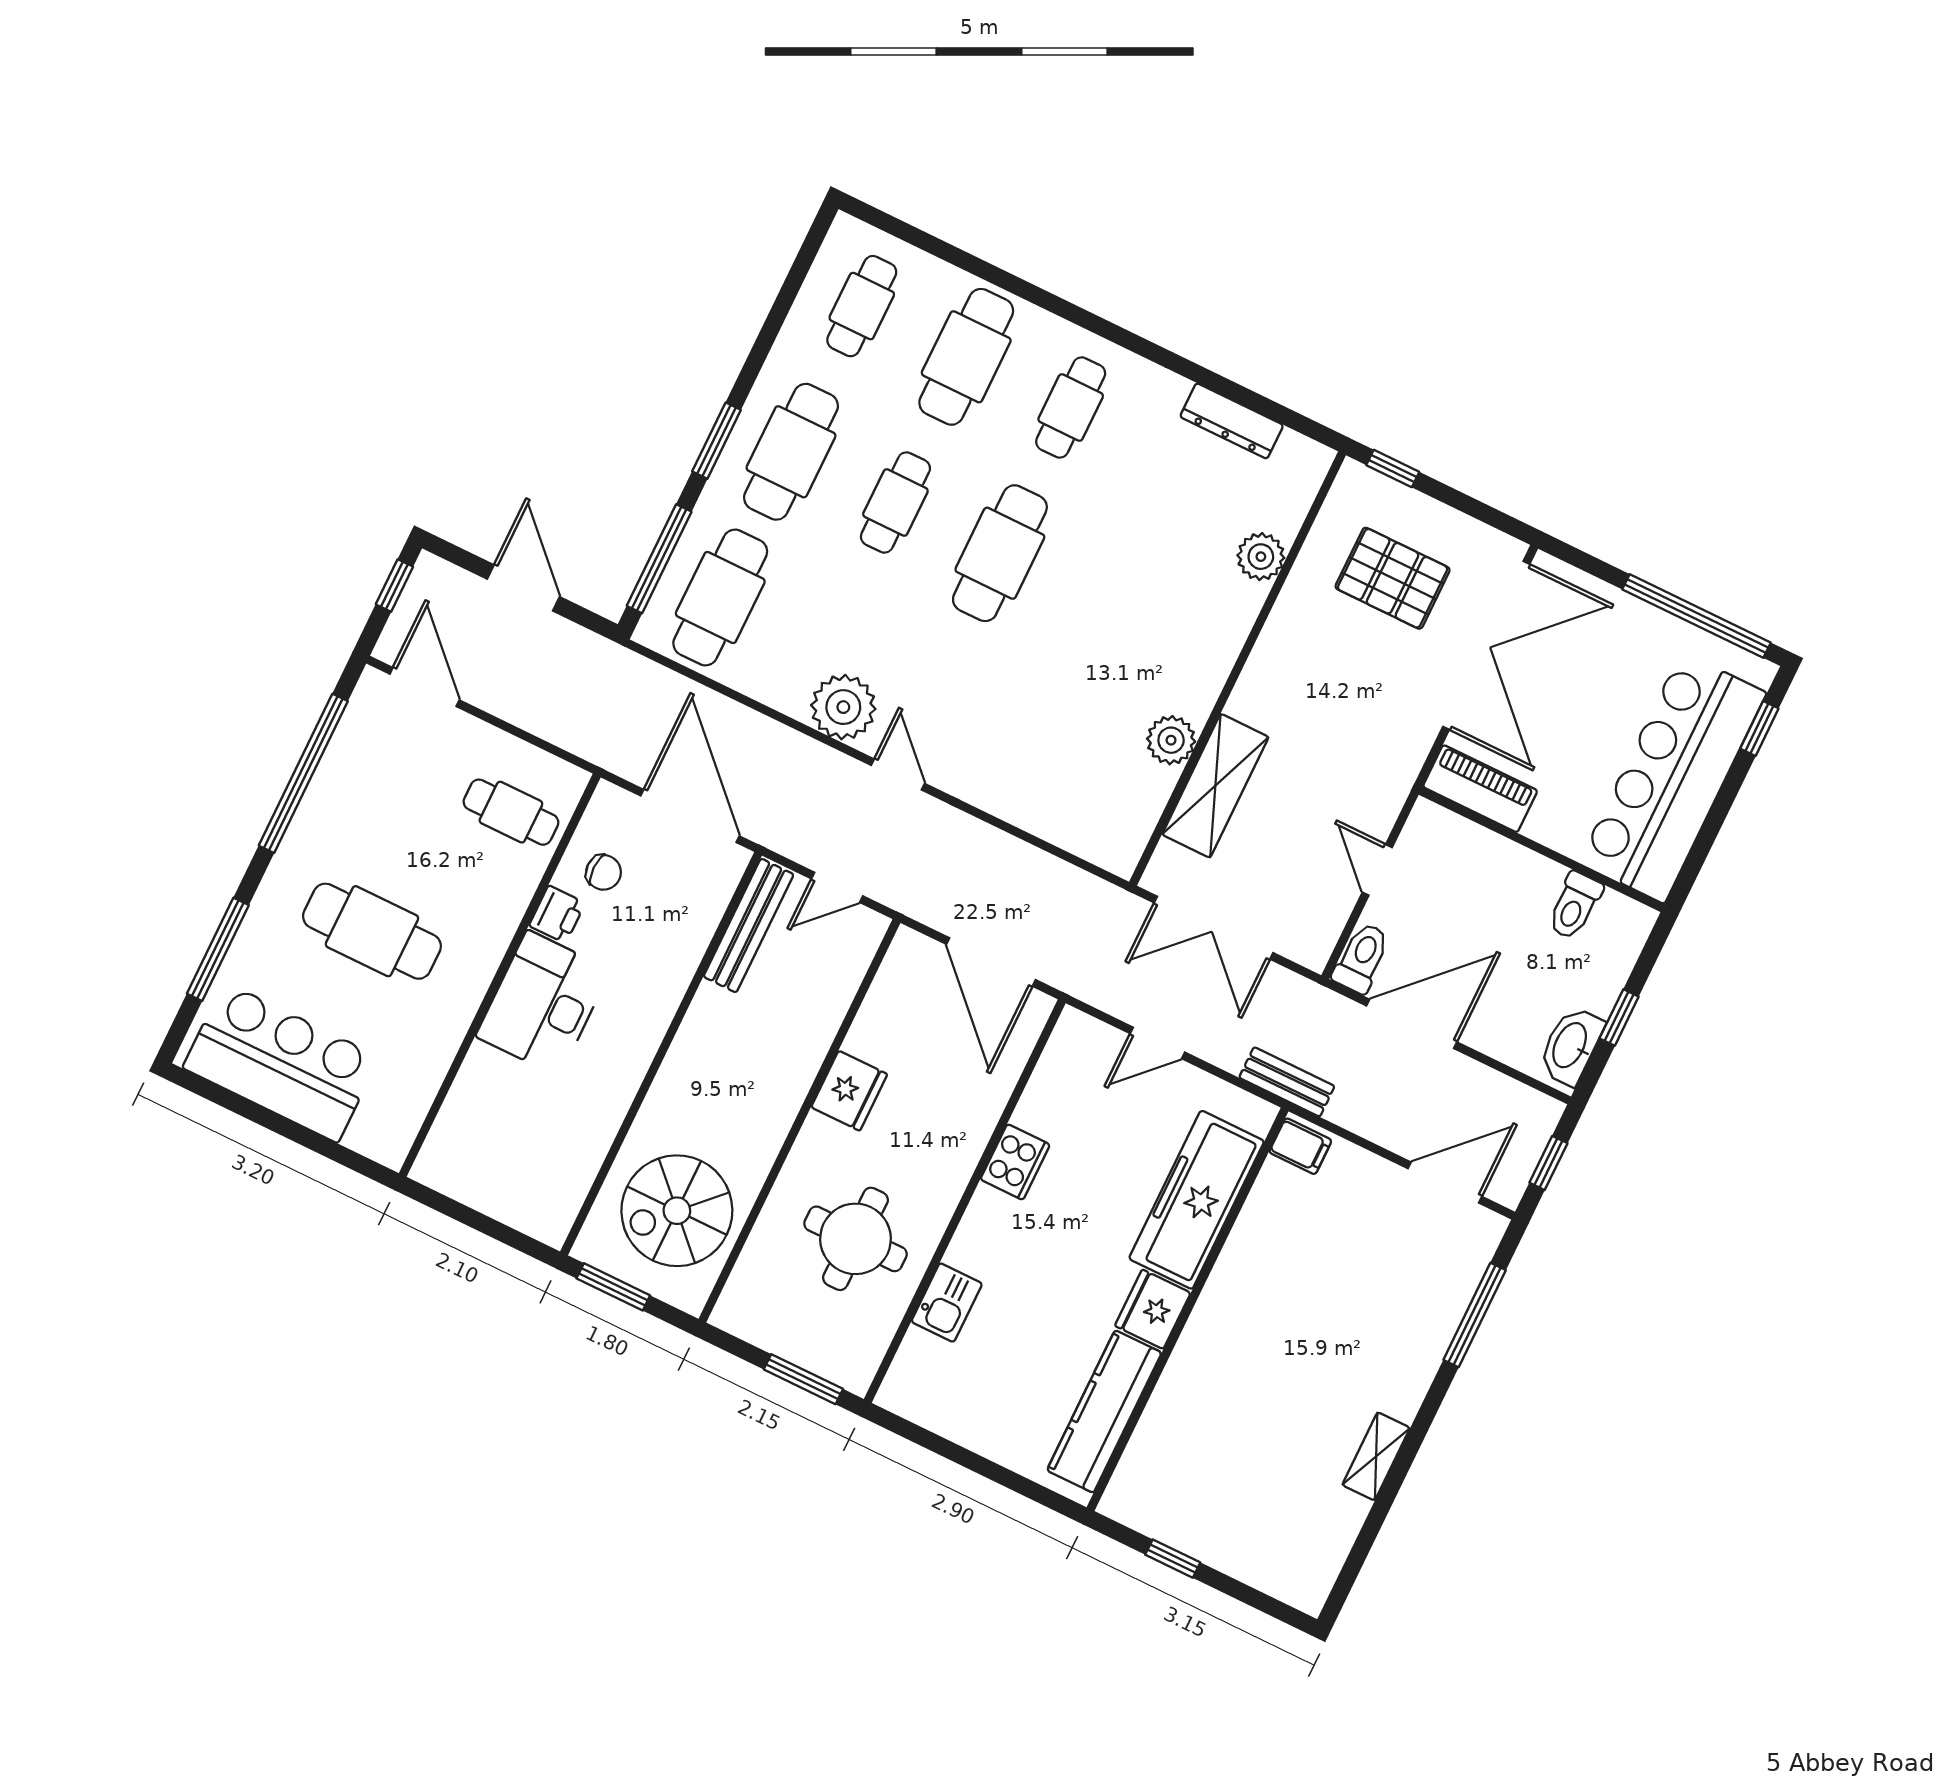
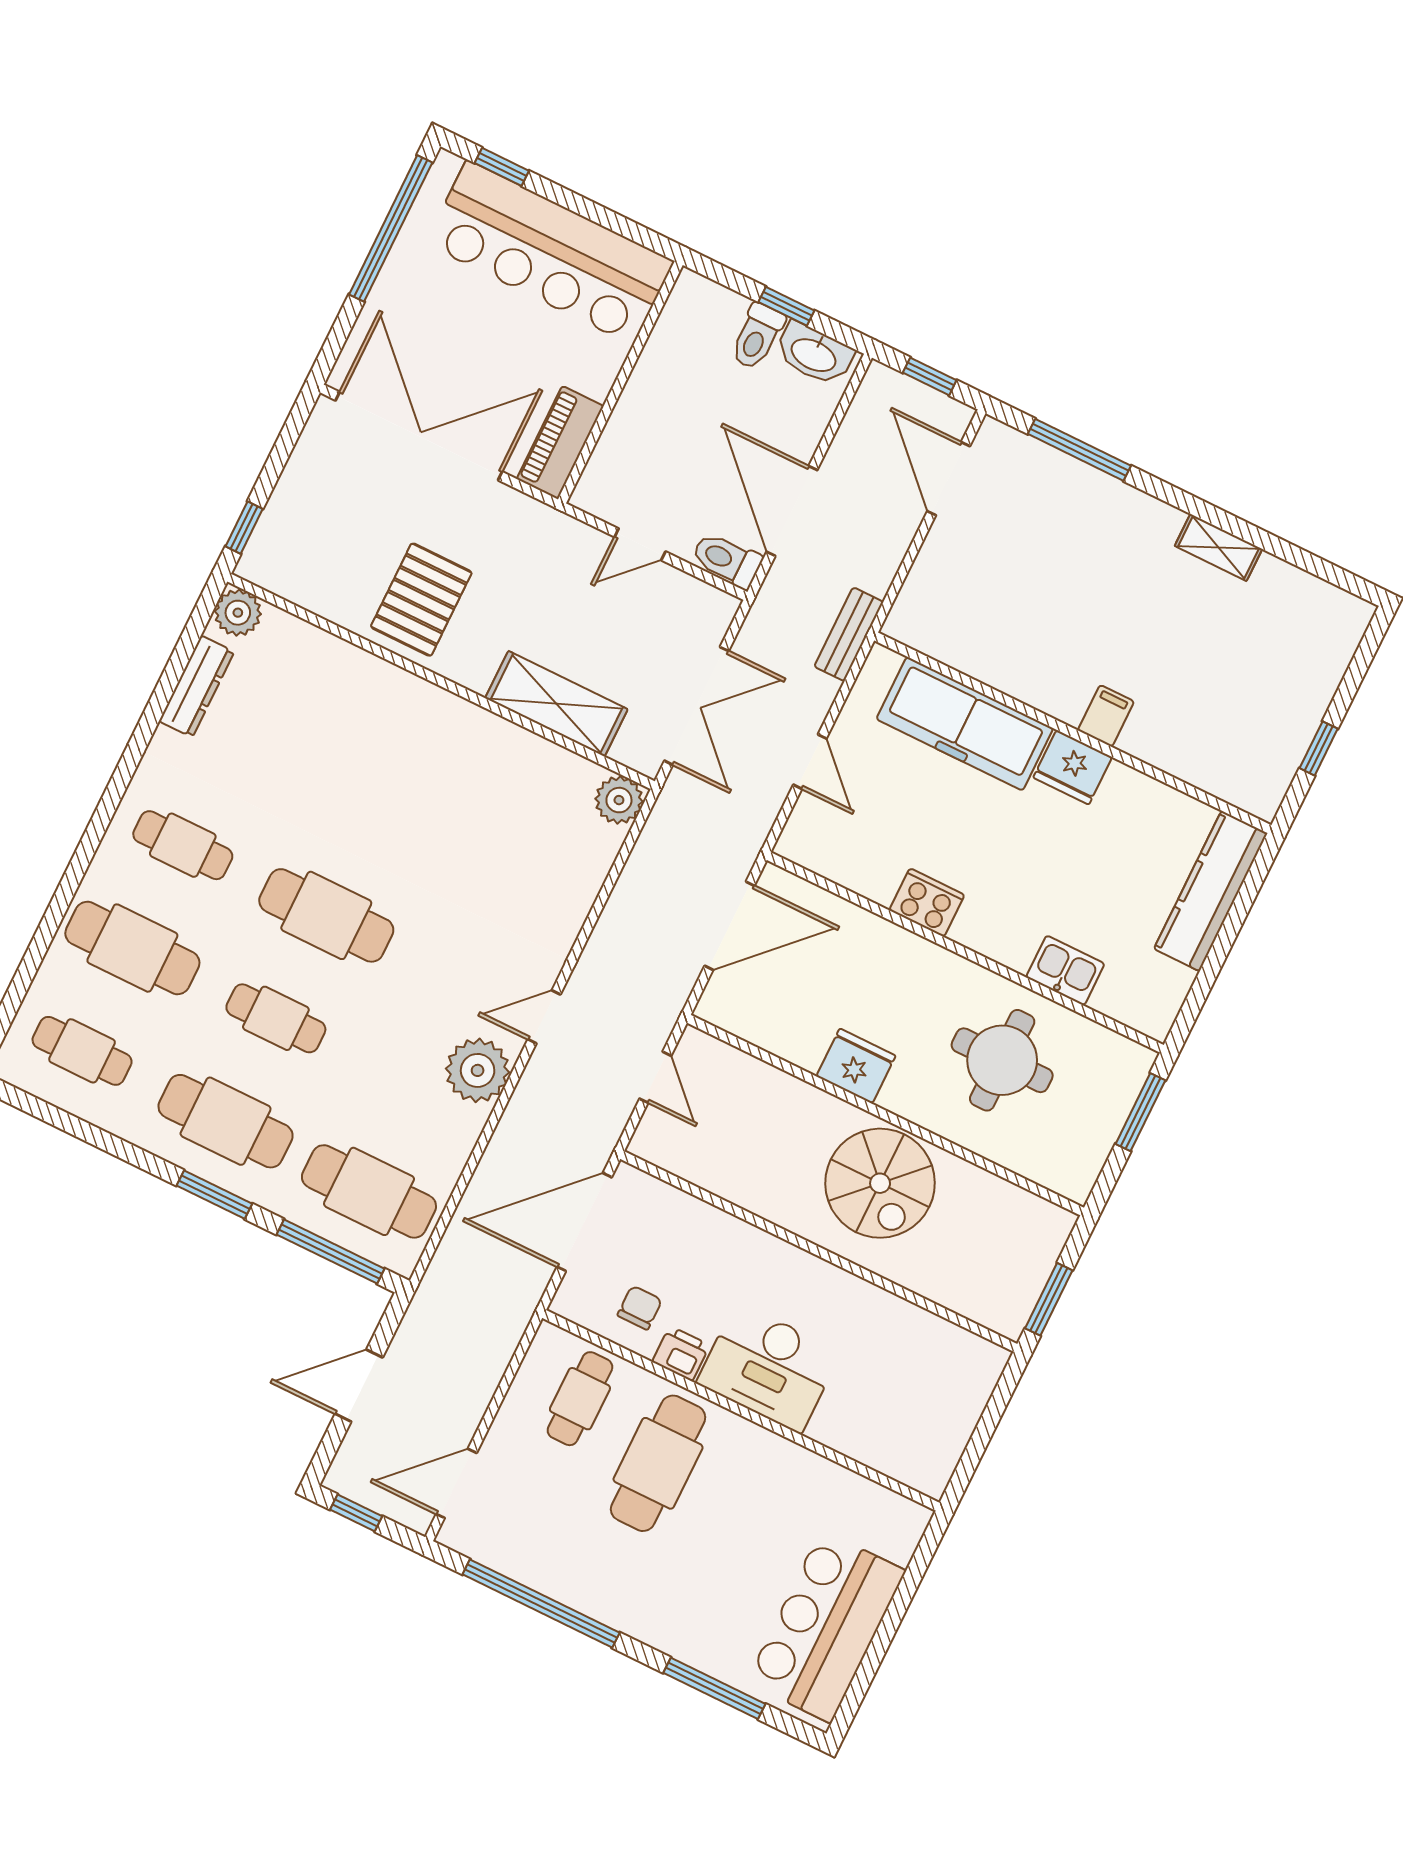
plant: (1261, 557) -> (238, 613), moved
pallet: (1393, 578) -> (421, 600), moved
plant: (1171, 740) -> (619, 800), moved
toilet: (1575, 906) -> (757, 336), moved, turned 90
bench: (749, 926) -> (693, 1165), removed
cafe table: (372, 931) -> (658, 1463), moved
filing cabinet: (1300, 1146) -> (1106, 716), moved
spiral stairs: (677, 1211) -> (880, 1183), moved
kitchen counter: (1104, 1412) -> (1211, 891), moved, turned 90

